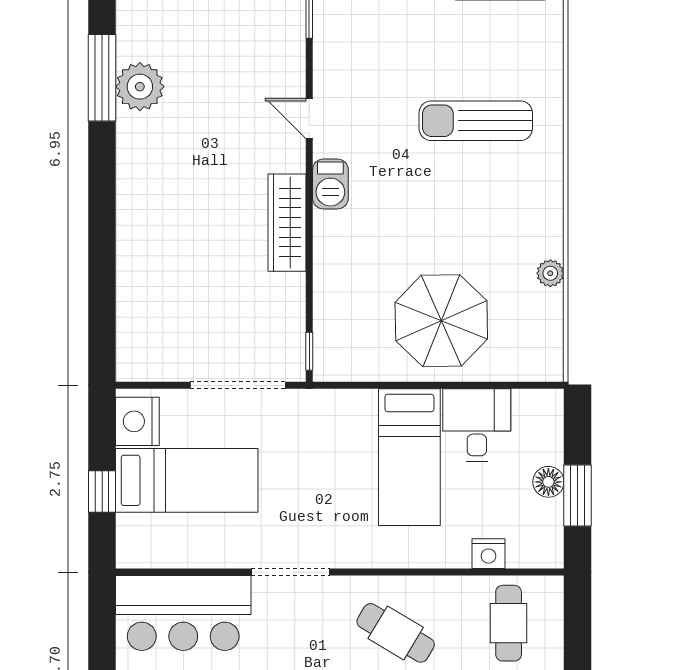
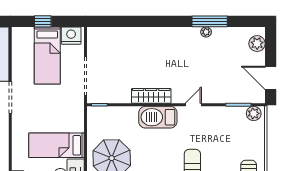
plant: (140, 87) -> (206, 32), width x0.53, depth x0.53
barbecue: (330, 184) -> (158, 117), width x1.88, depth x1.53

